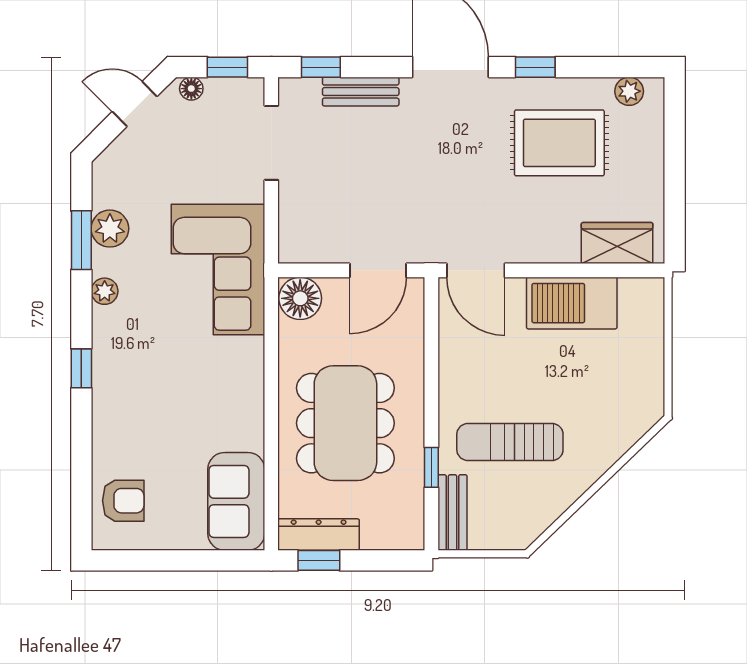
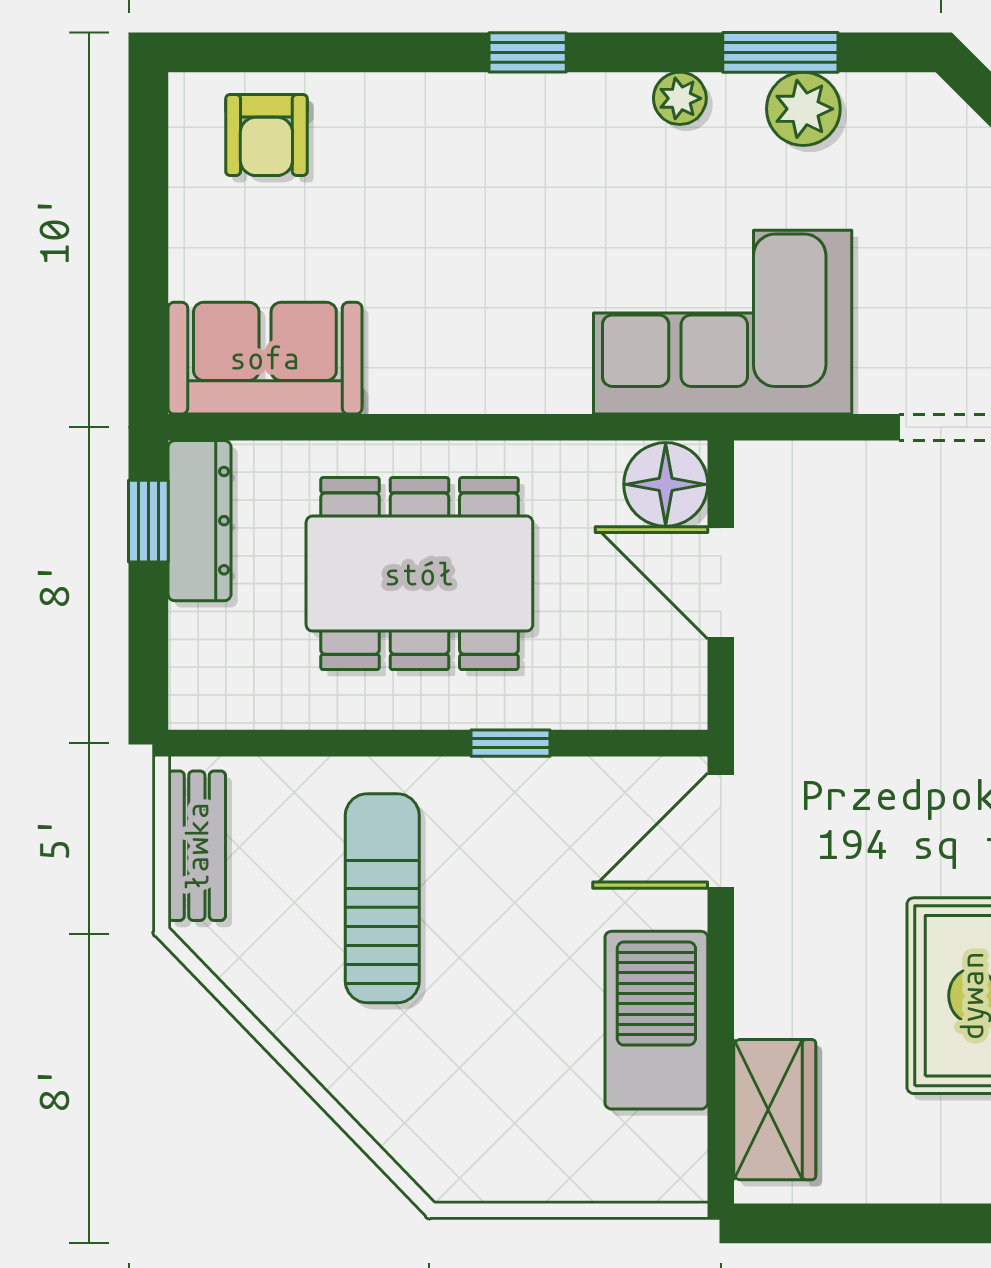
door: (378, 270) -> (721, 583), moved
window: (431, 467) -> (511, 743), moved
bench: (453, 513) -> (197, 846), moved, turned 90

